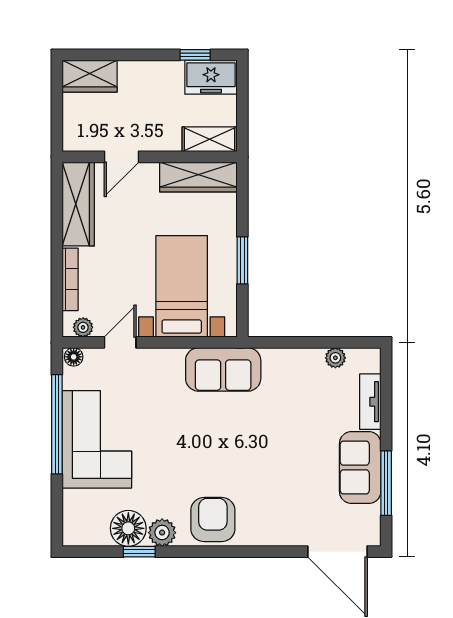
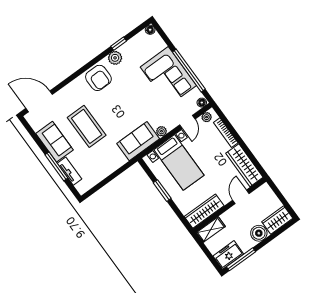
window: (195, 55) -> (241, 259), width x2.17
boiler: (135, 76) -> (259, 233), added
plant: (335, 358) -> (161, 131), moved
coffee table: (290, 454) -> (87, 126), added
window: (386, 483) -> (56, 166), moved
floor lamp: (128, 528) -> (150, 30), moved, width x0.53, depth x0.53

